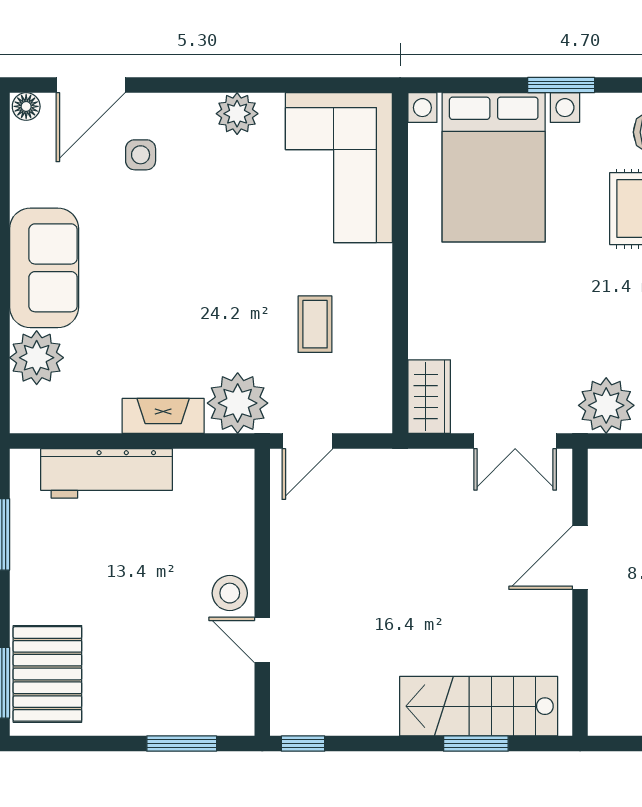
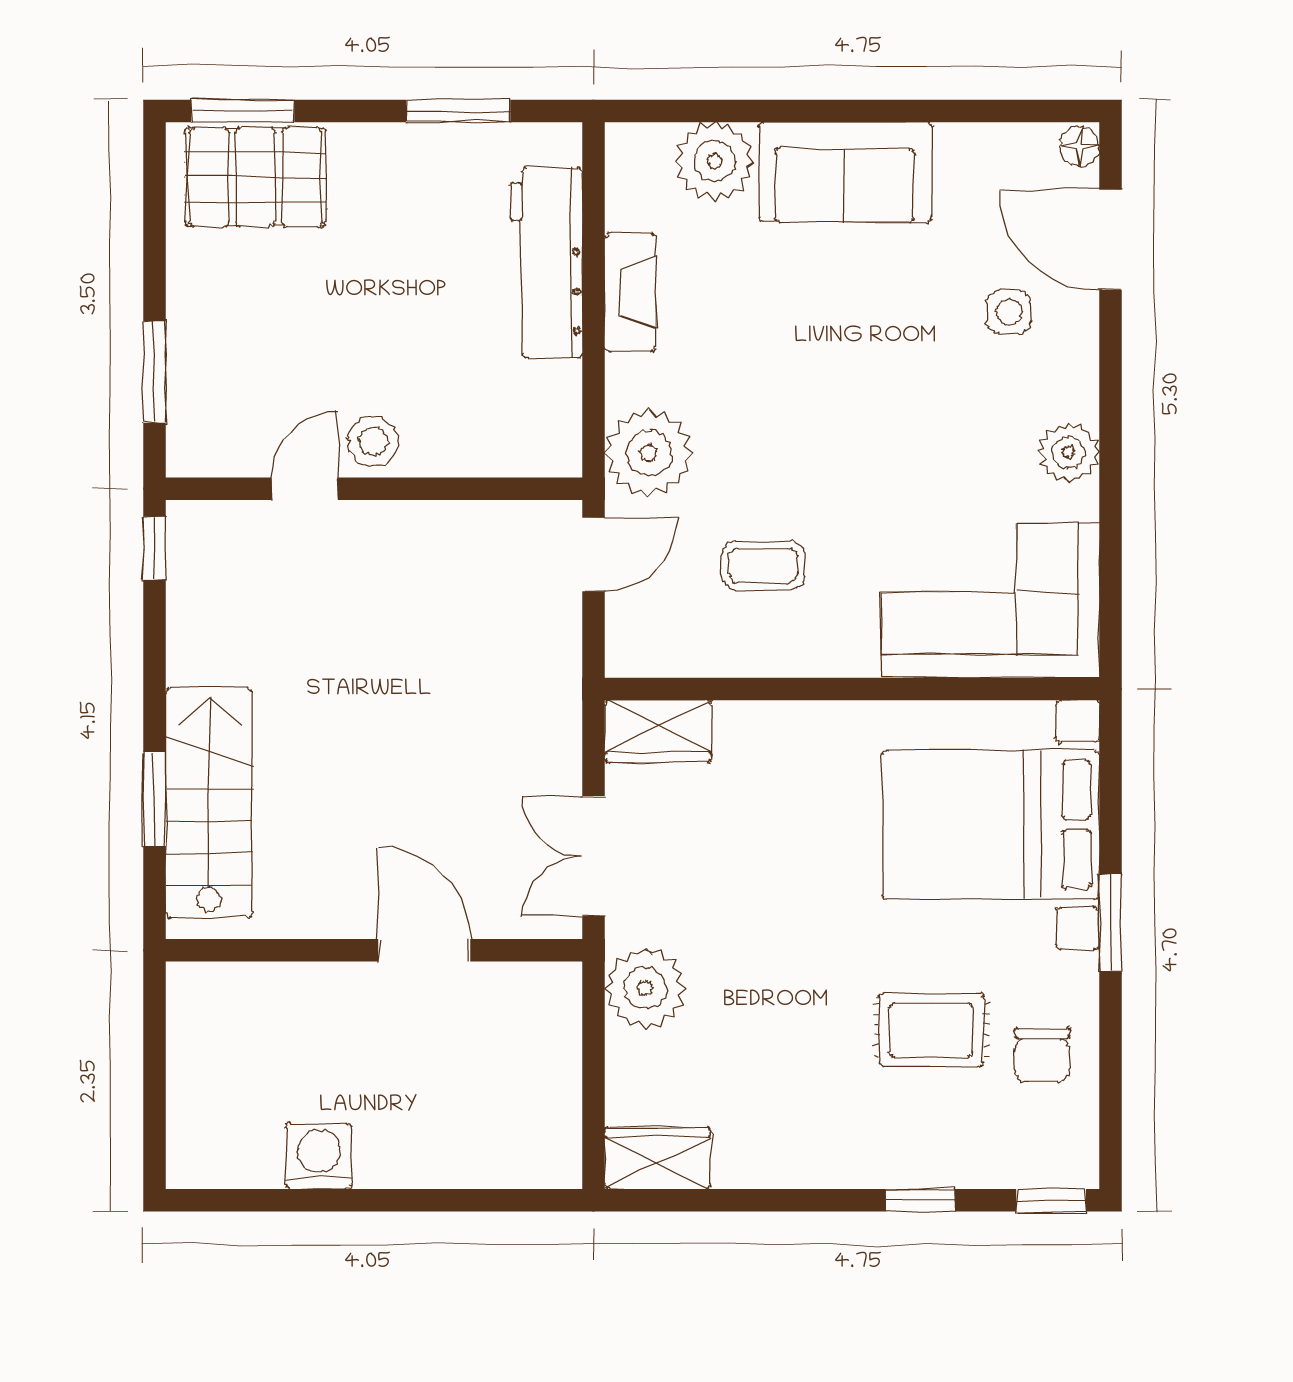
fireplace: (163, 416) -> (630, 293), moved
door: (307, 441) -> (594, 554), swing flipped

